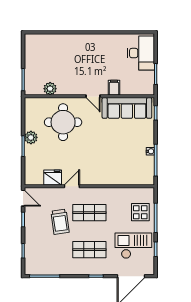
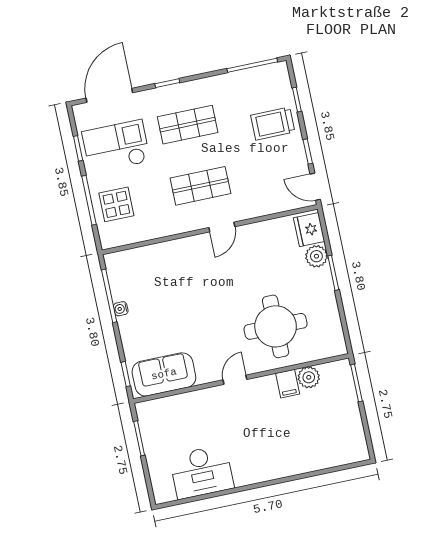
desk: (141, 53) -> (202, 472), moved, turned -90
filing cabinet: (114, 88) -> (288, 384), moved
door: (93, 96) -> (235, 380), hinge flipped
sofa: (127, 108) -> (164, 374), width x0.73
plant: (31, 137) -> (316, 256), moved
fridge: (53, 177) -> (309, 230), moved, turned 90
door: (72, 186) -> (222, 227), moved
trolley: (60, 222) -> (273, 124), moved, turned -82
checkout: (133, 246) -> (116, 146), turned 180

